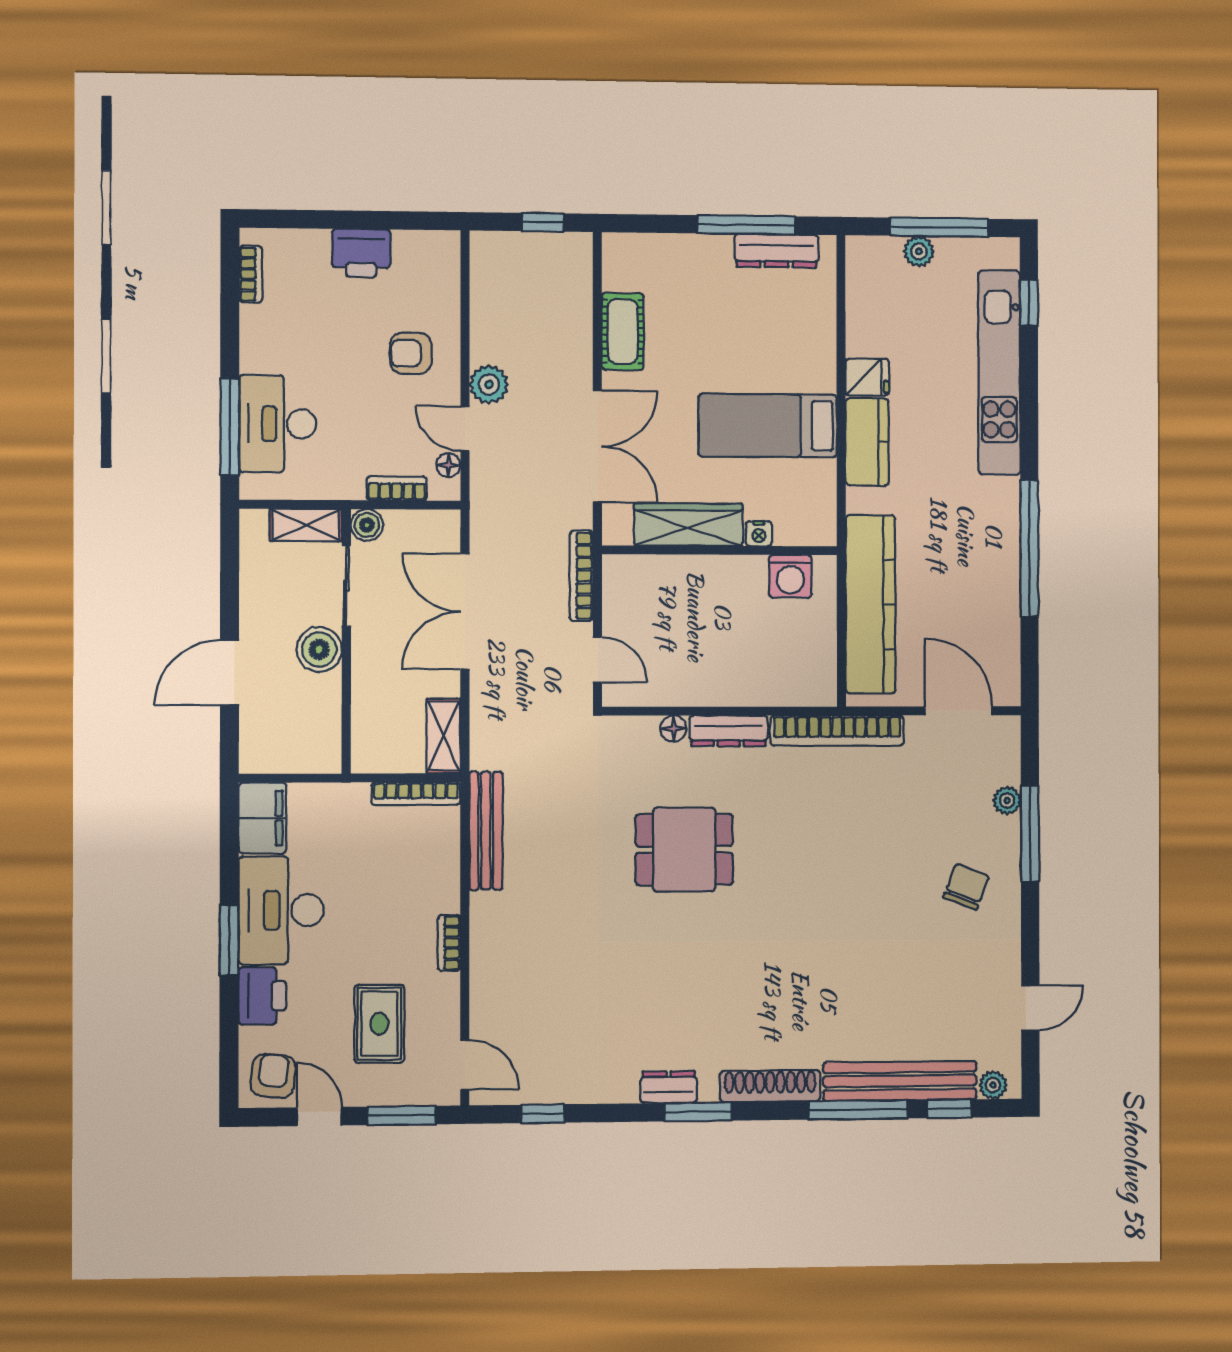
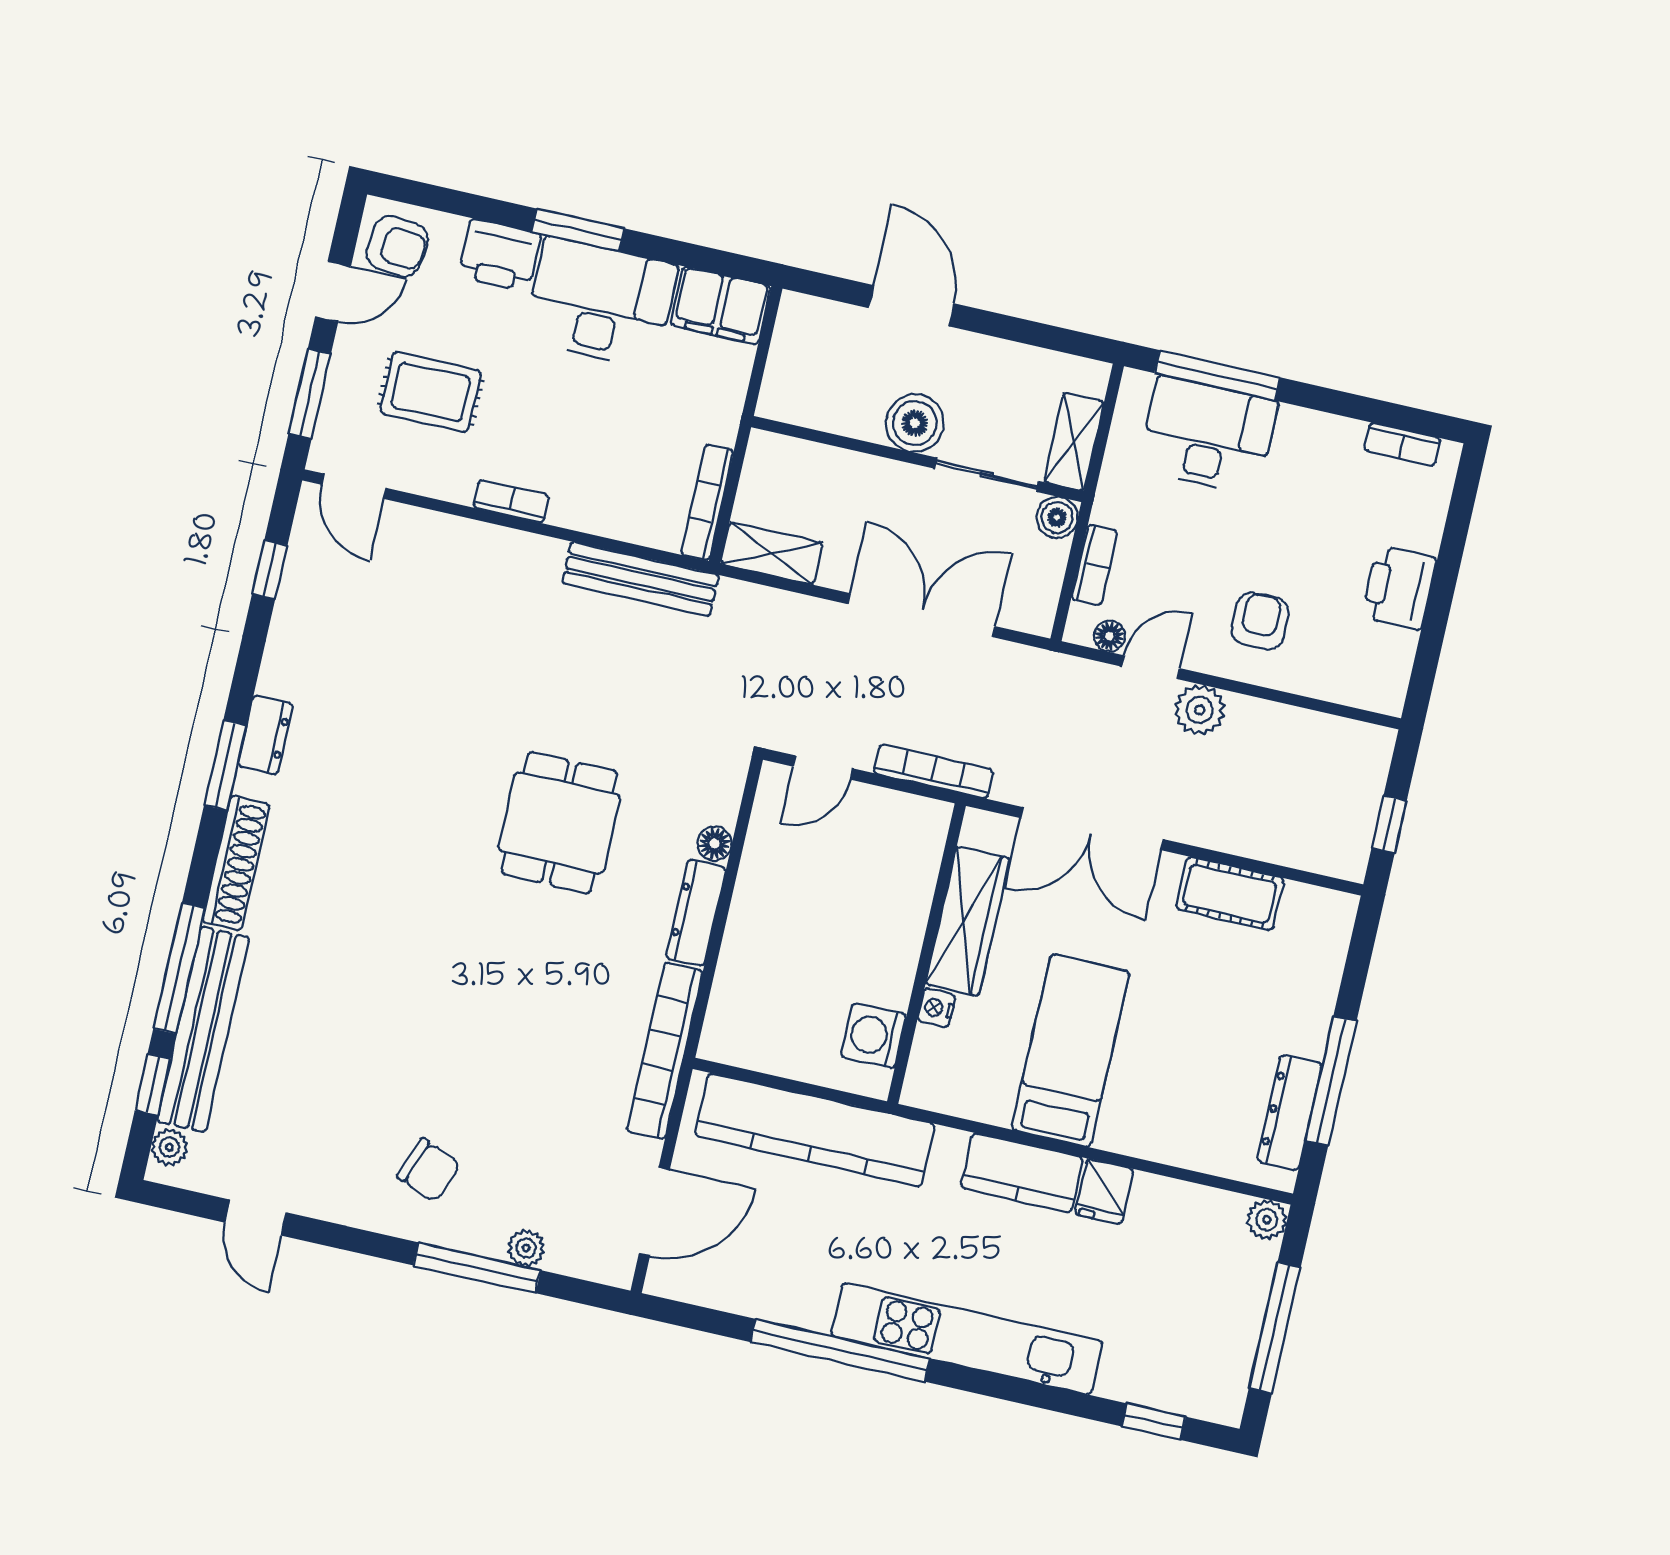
plant: (919, 251) -> (1267, 1220), moved
kitchen unit: (999, 372) -> (967, 1339), moved
door: (465, 1065) -> (354, 486), hinge flipped

